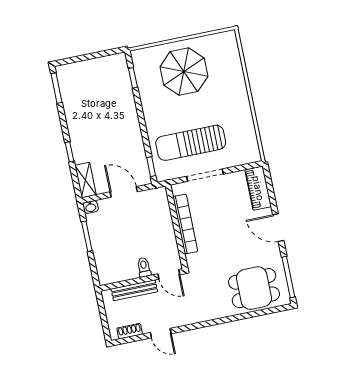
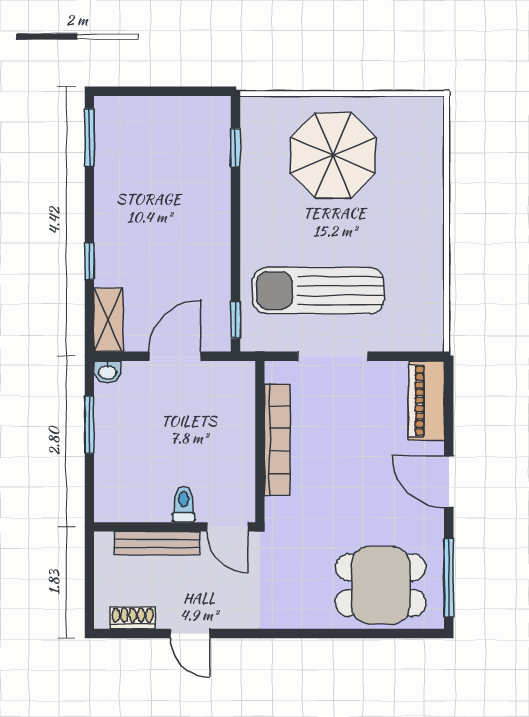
door: (124, 192) -> (175, 356), hinge flipped

